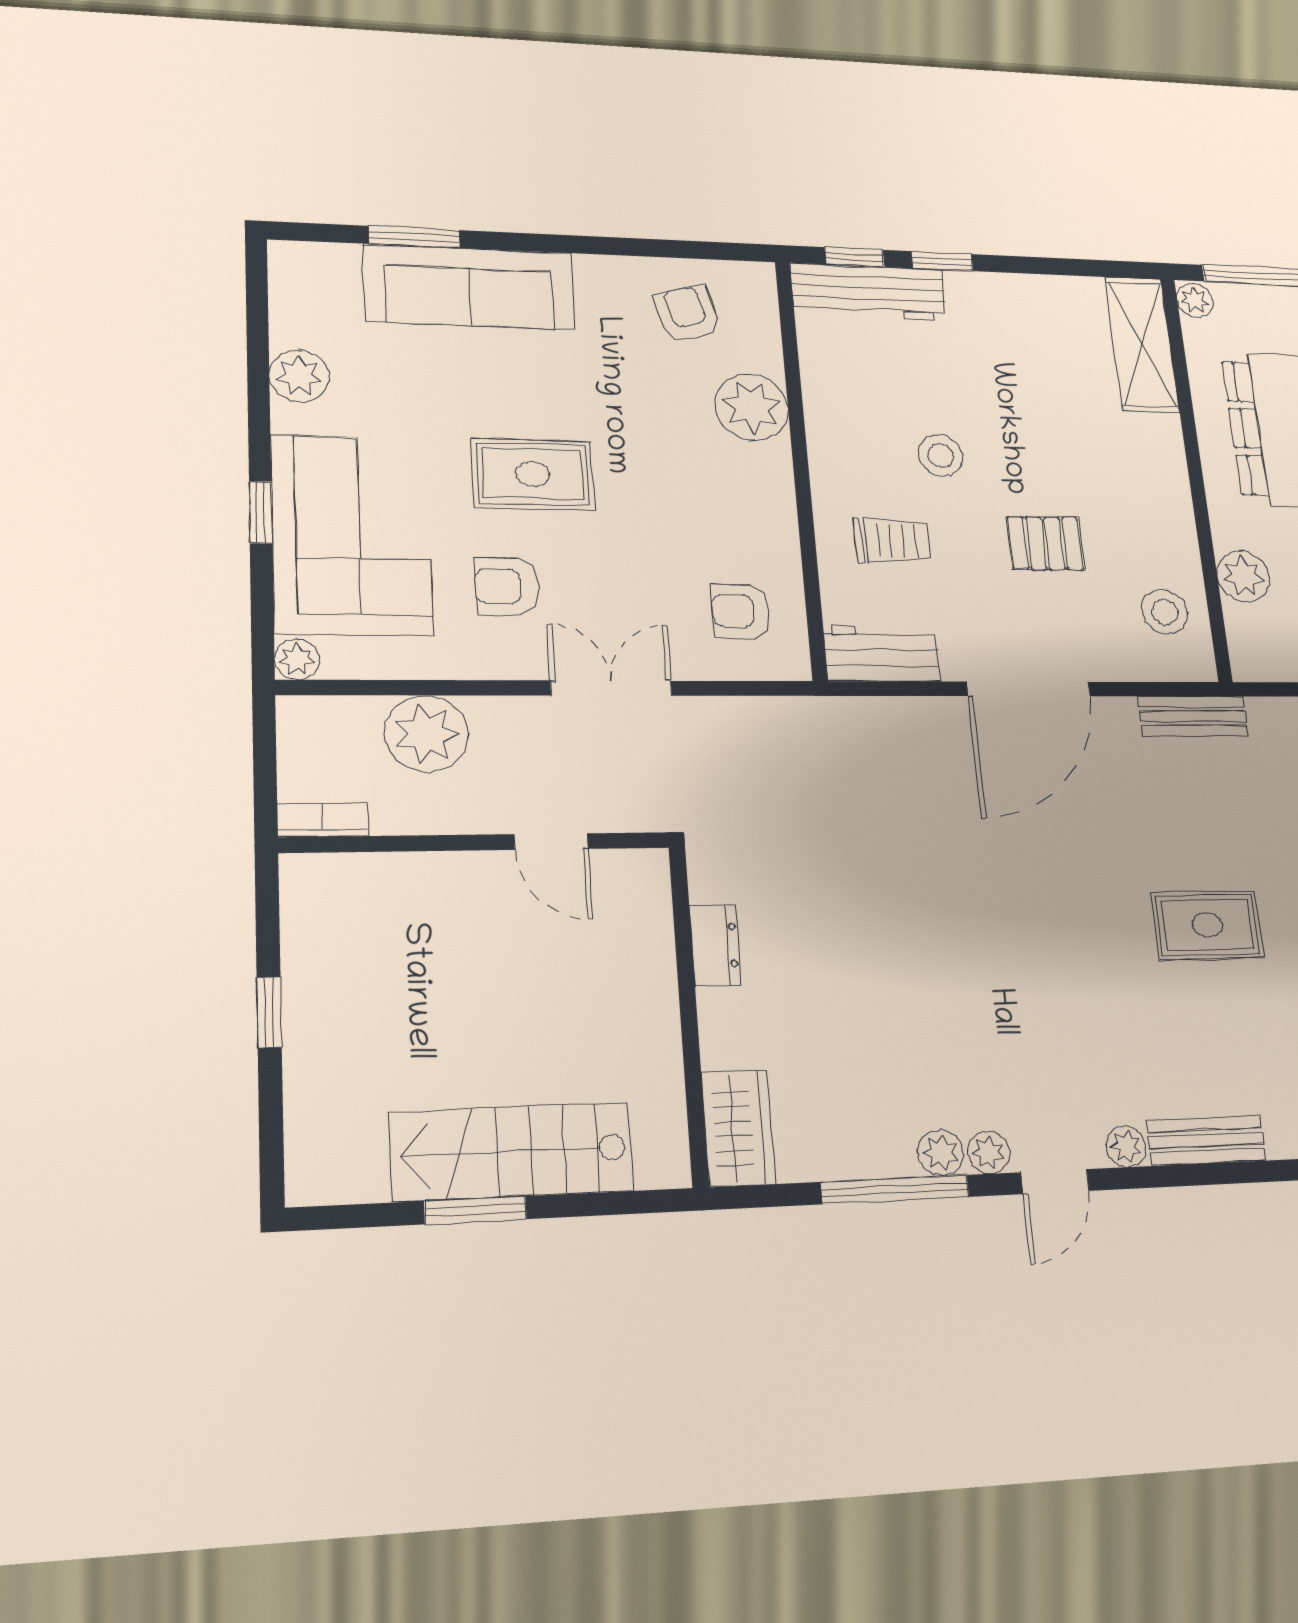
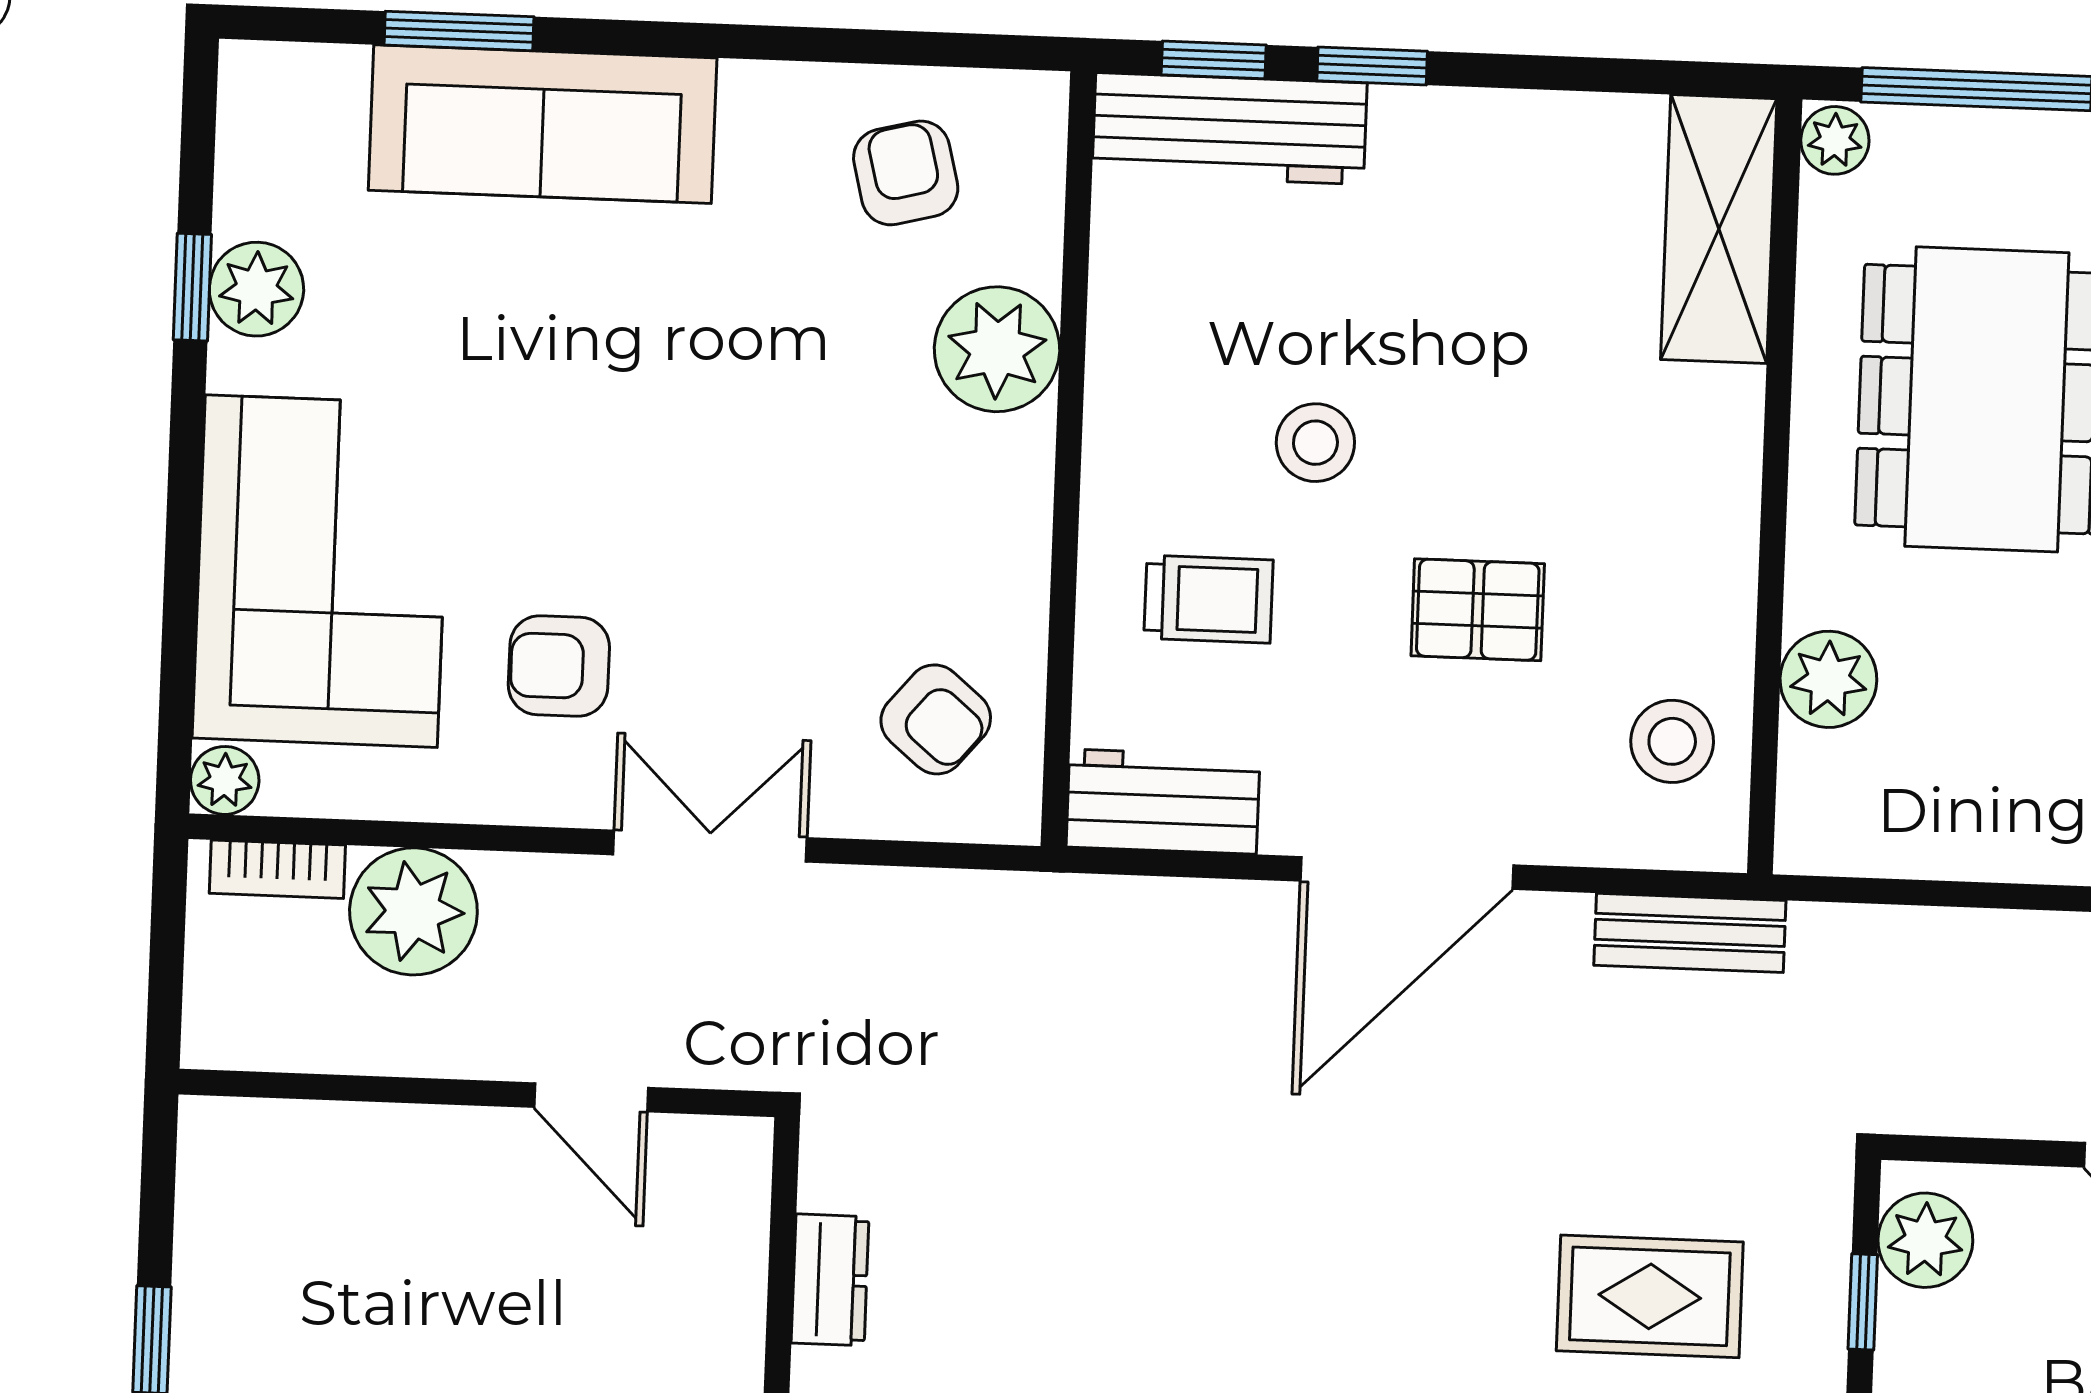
rug: (533, 474) -> (618, 469), removed
window: (261, 512) -> (192, 287), moved
armchair: (741, 611) -> (936, 719), turned -140
bookcase: (323, 820) -> (277, 869), moved, turned 180

